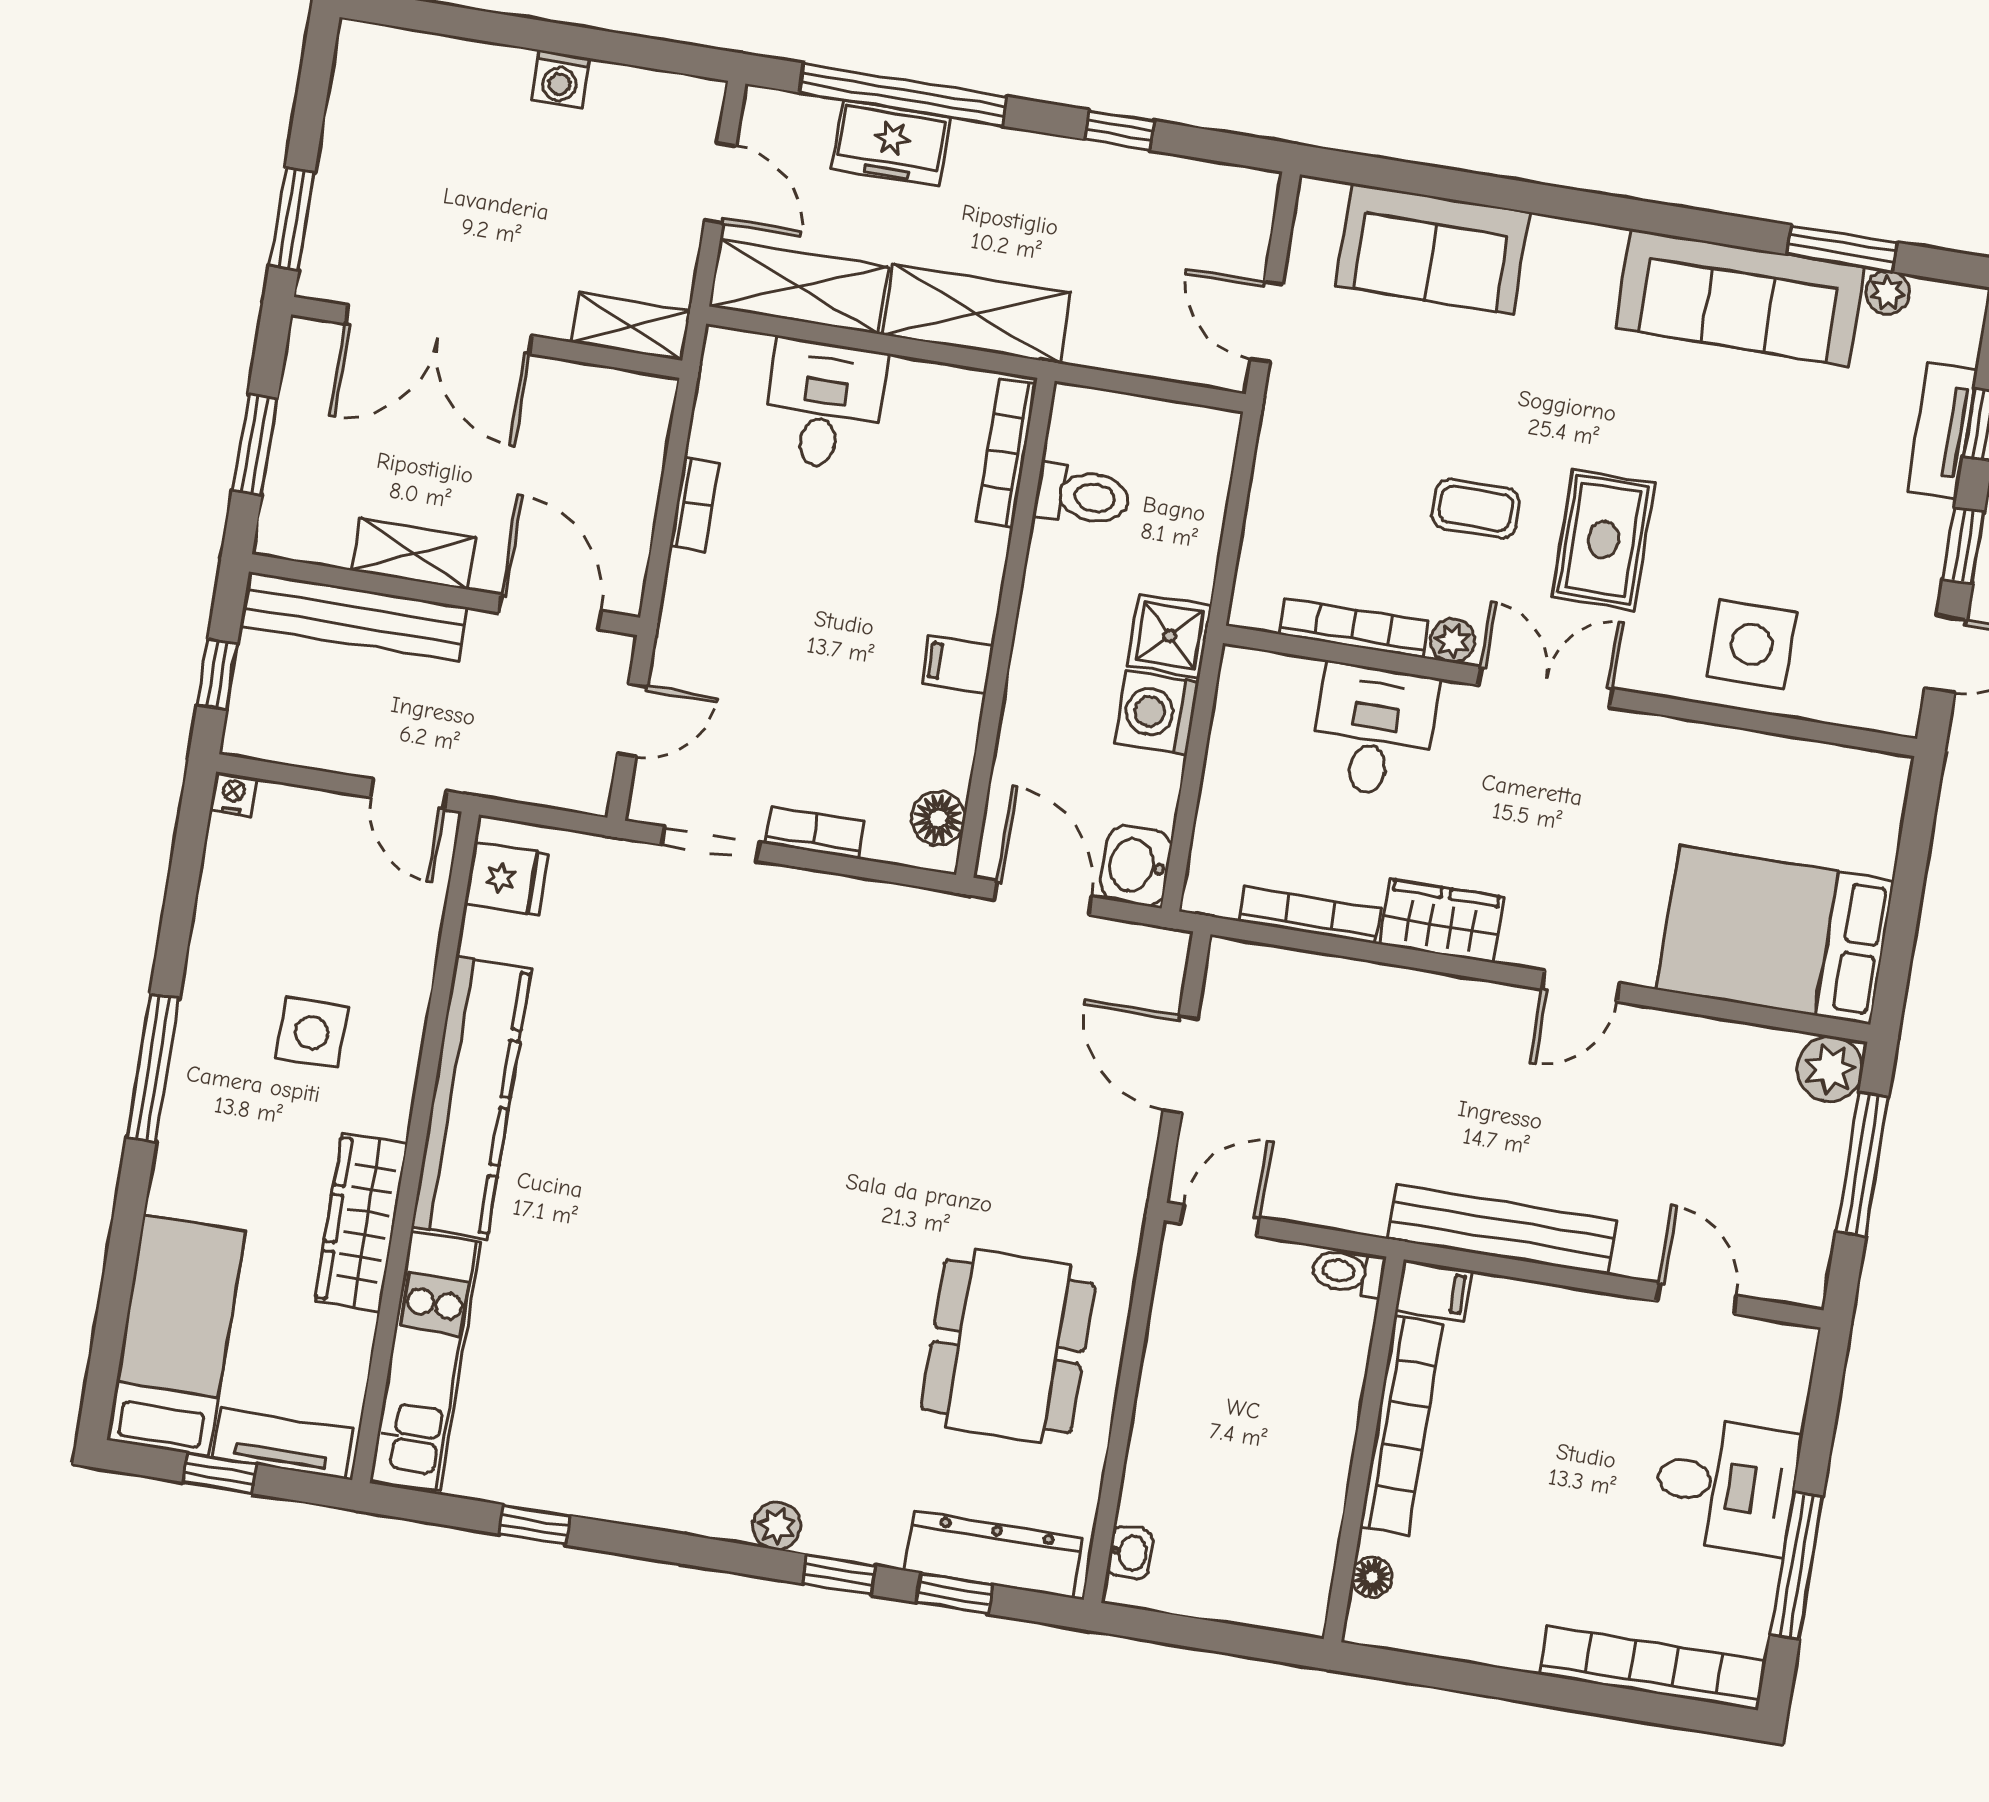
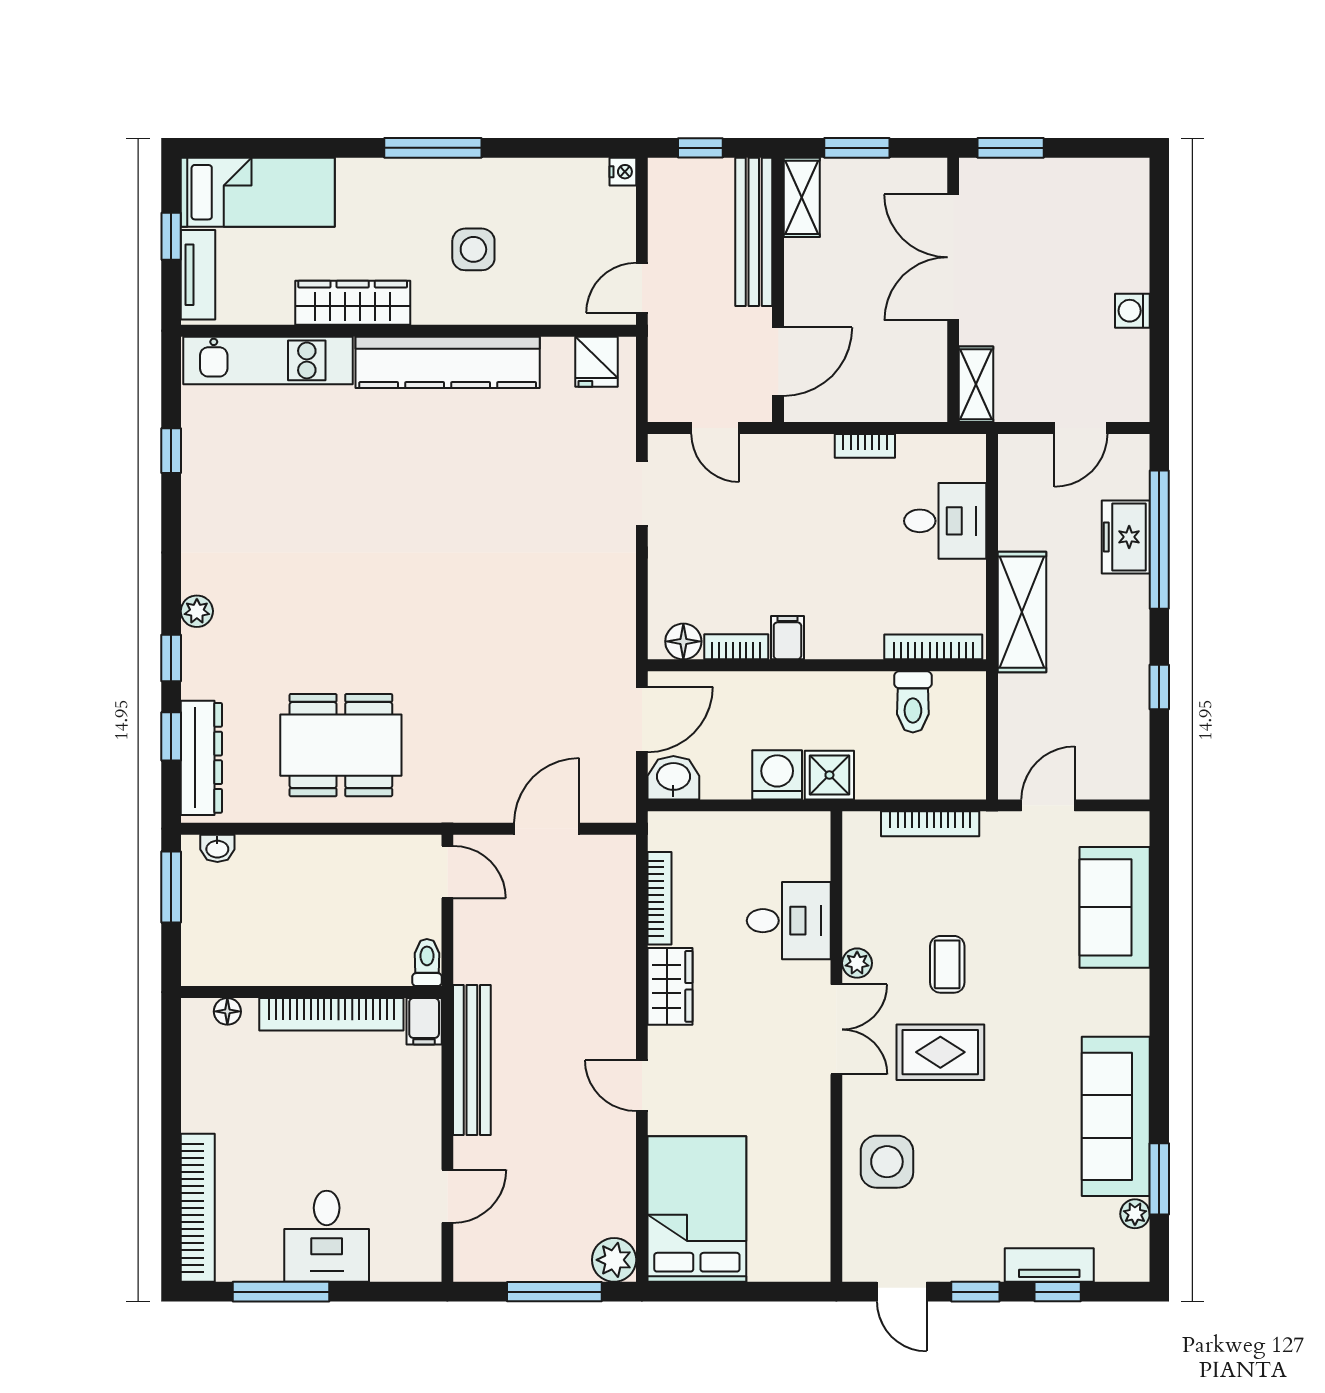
shelving: (799, 286) -> (1021, 491), removed
shelving: (414, 554) -> (802, 197), moved
bookcase: (1354, 628) -> (930, 824), moved, turned 90
bookcase: (815, 833) -> (736, 647), moved, turned -90
window: (1176, 1630) -> (171, 887), added

